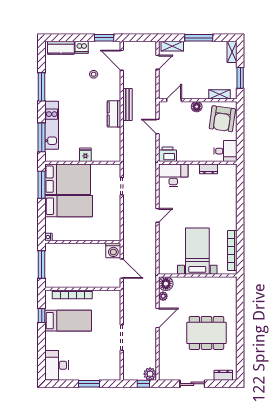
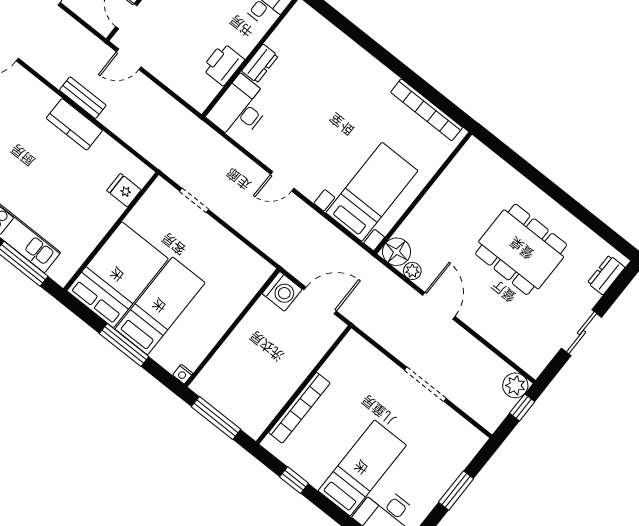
bench: (127, 104) -> (83, 98), width x0.73
door: (158, 126) -> (129, 59), moved
printer: (168, 154) -> (223, 64), moved
fridge: (85, 155) -> (124, 190), moved
dresser: (209, 169) -> (260, 64), moved
window: (42, 185) -> (124, 345), moved
door: (158, 215) -> (282, 181), swing flipped
bed with nightstands: (197, 251) -> (372, 192), moved, turned 90
bed: (68, 321) -> (362, 468), moved
dining table: (206, 333) -> (521, 249), turned 90

